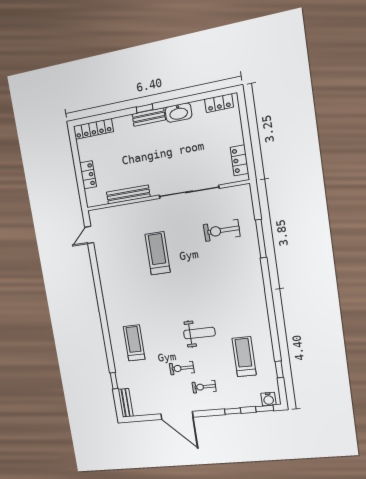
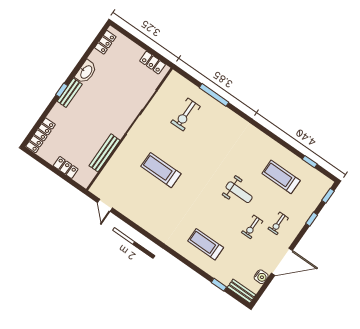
weight bench: (199, 333) -> (239, 192), turned 90
water cooler: (268, 399) -> (261, 277), moved

